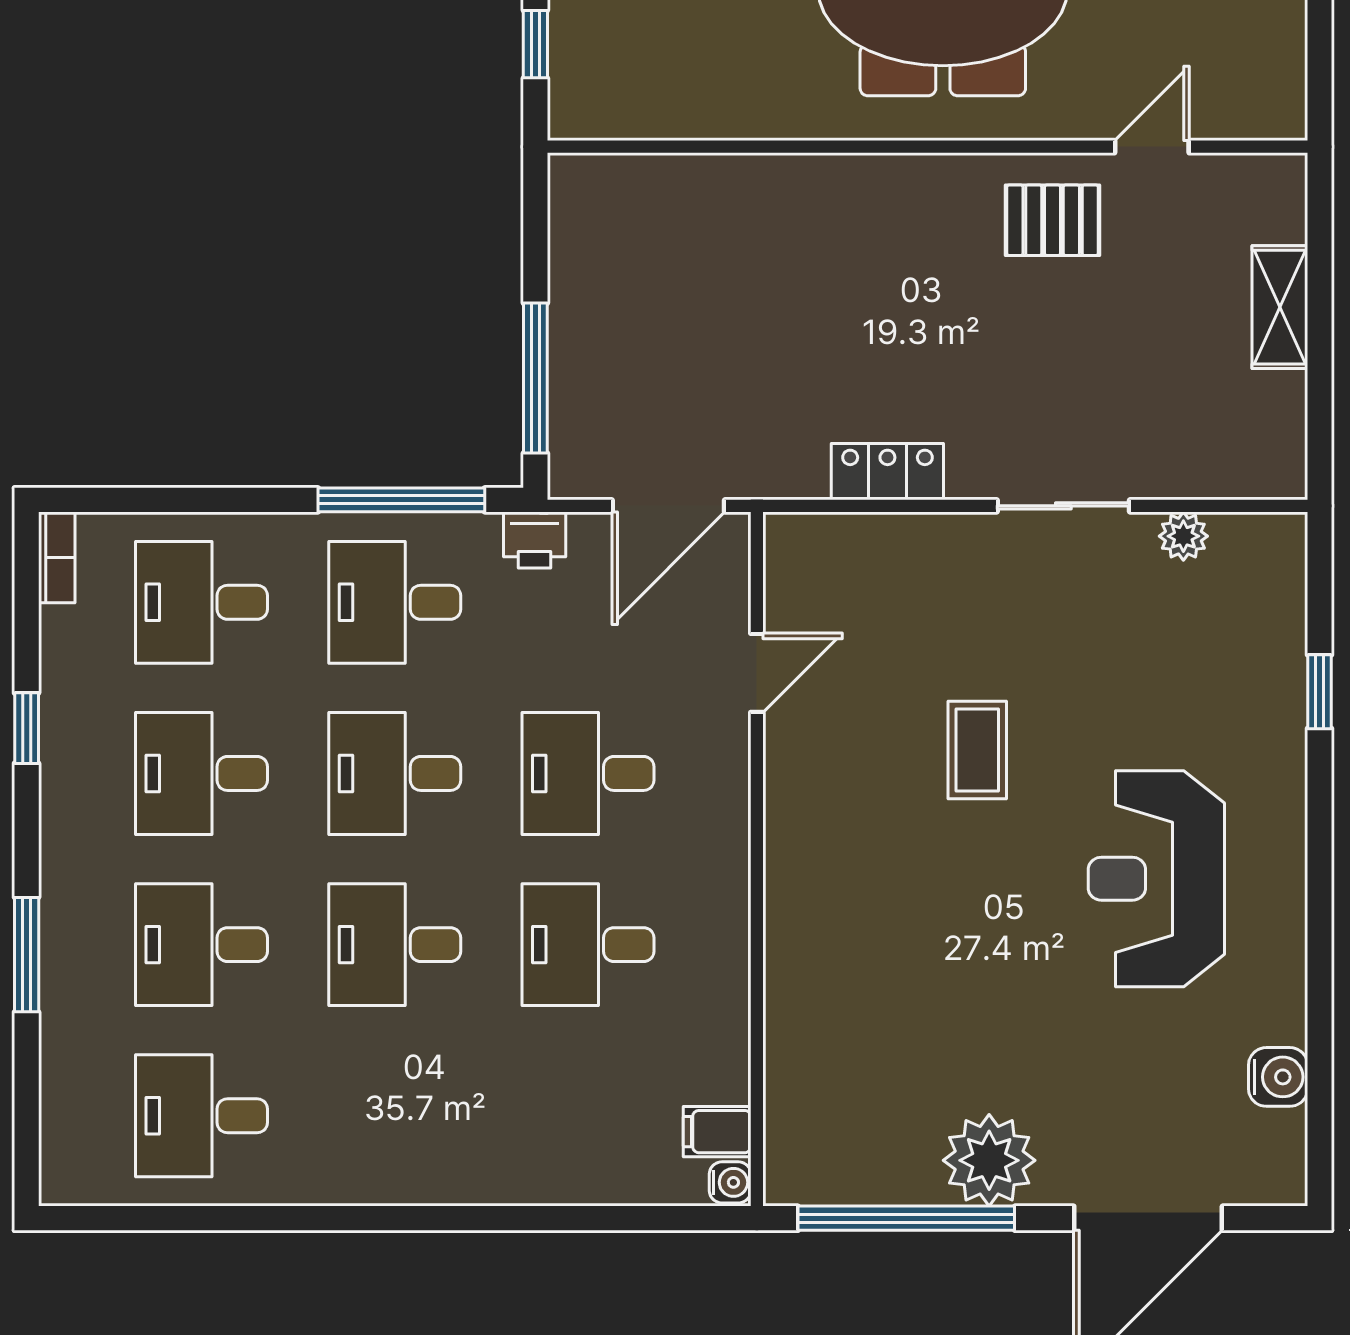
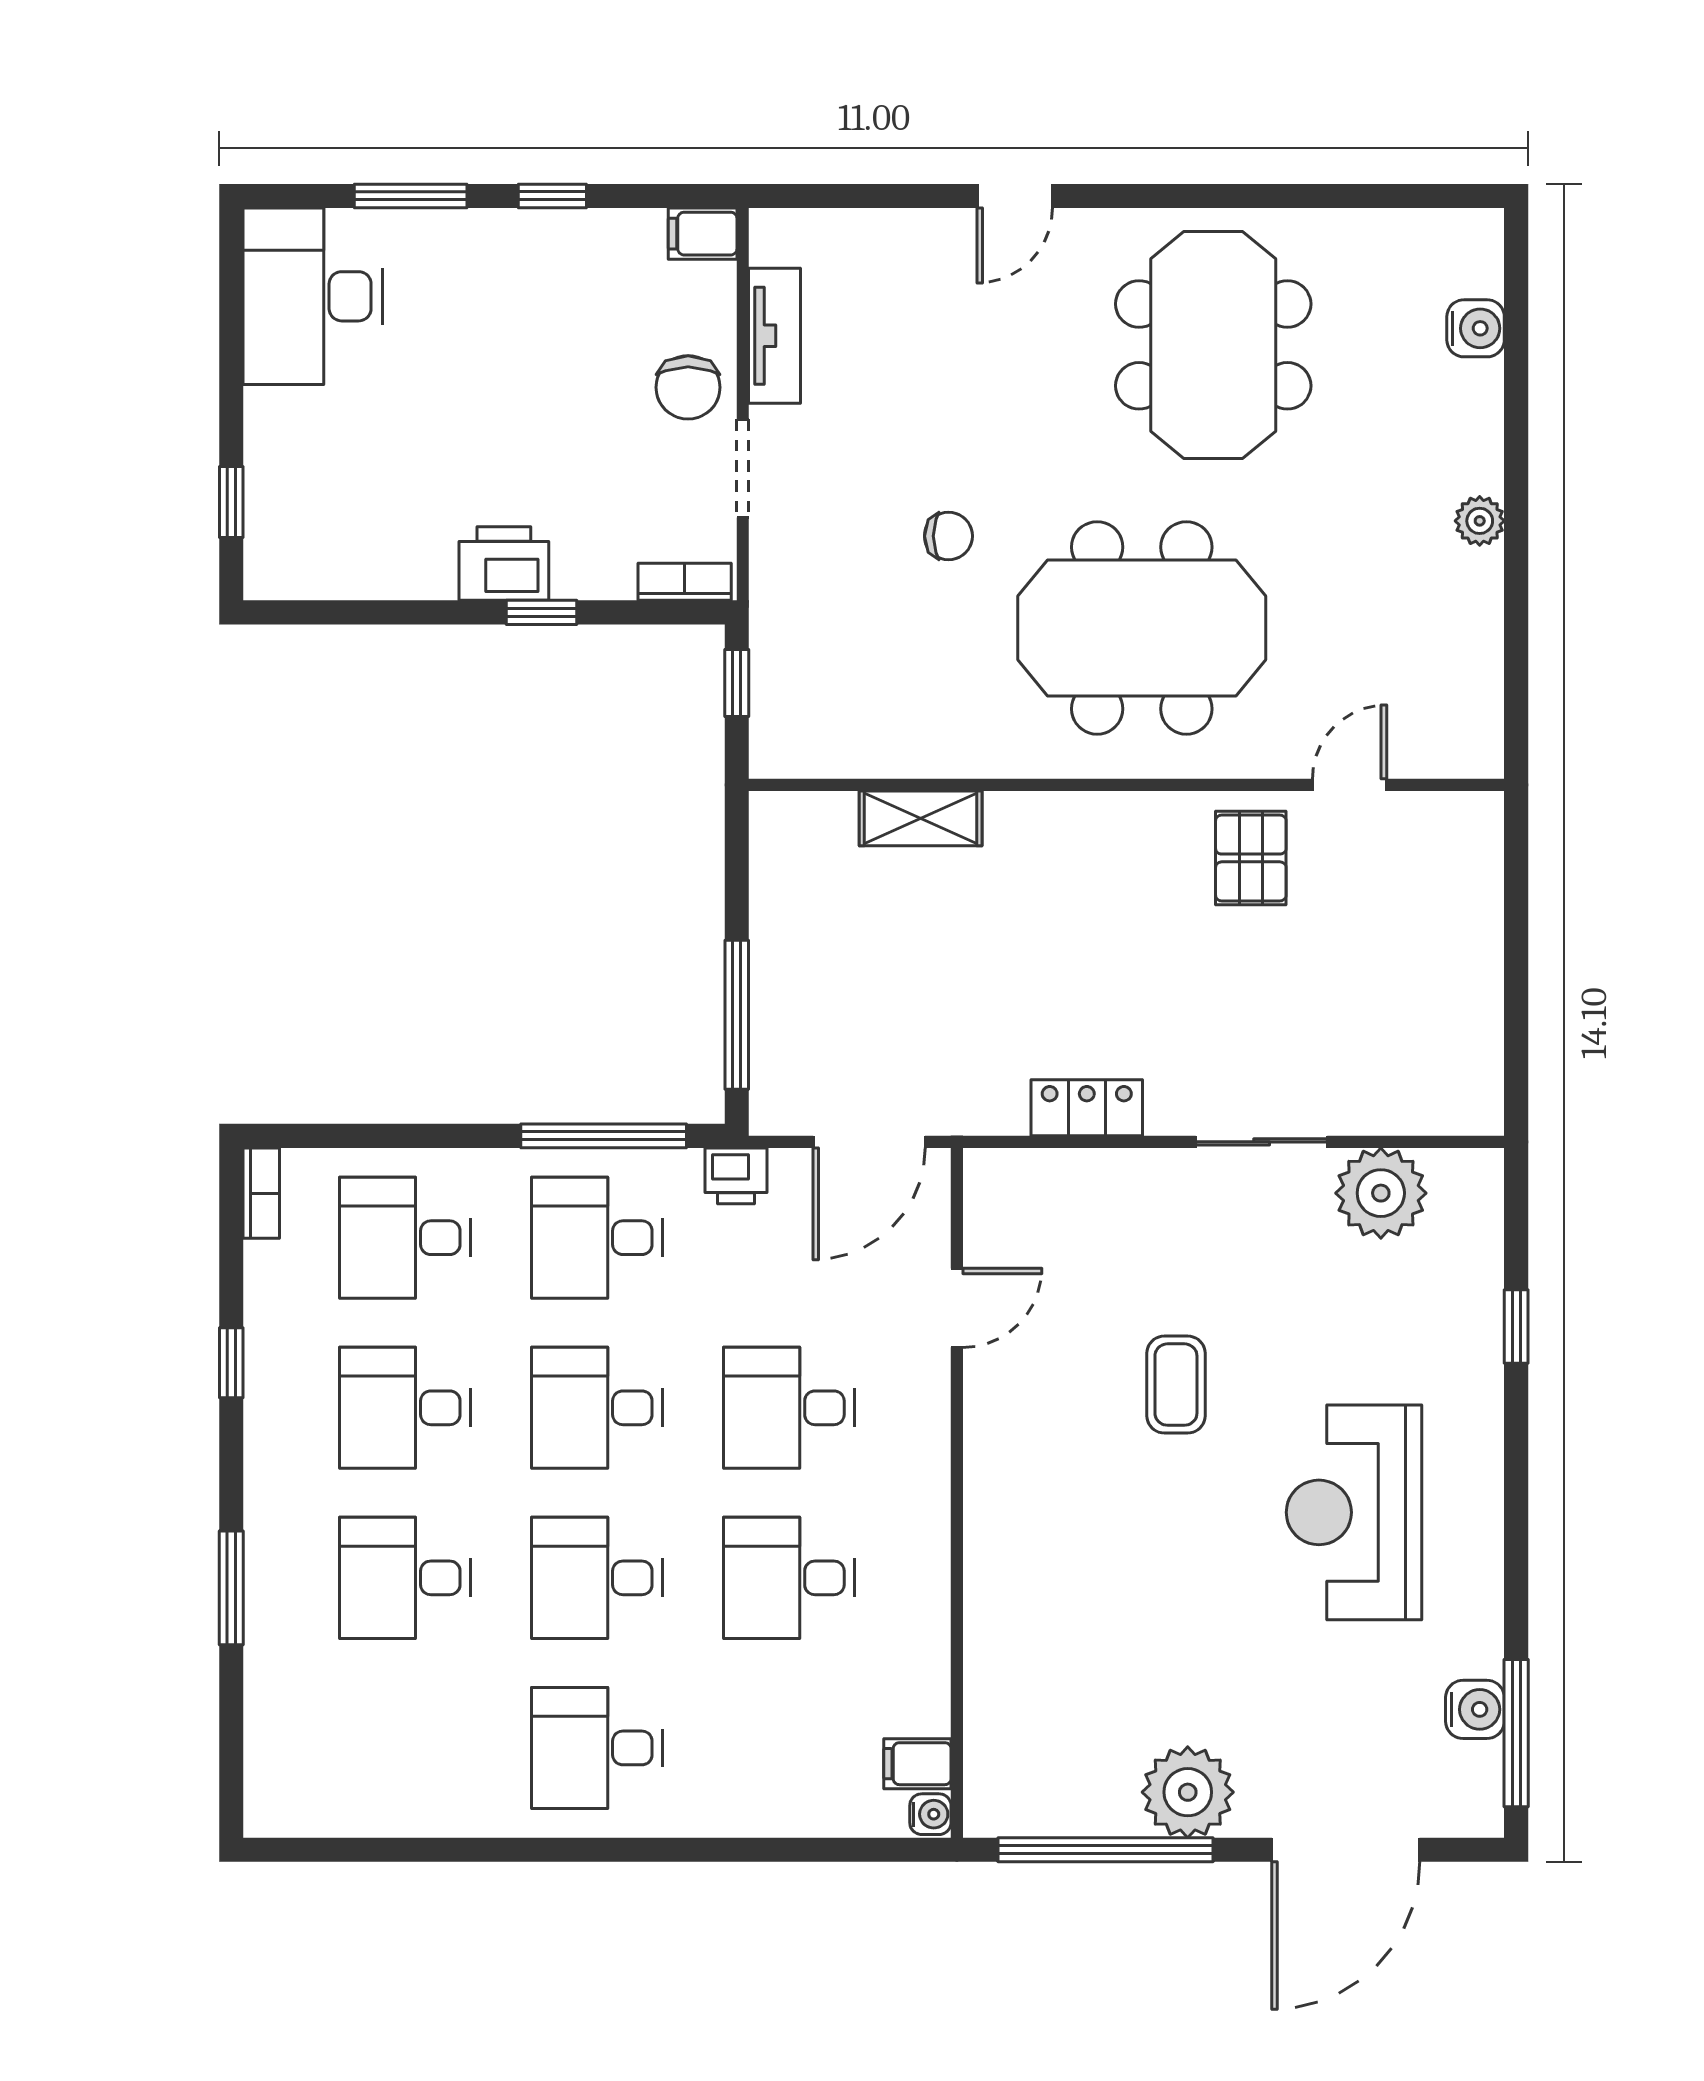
pallet: (1053, 220) -> (1251, 858), turned 90
shelving: (1280, 307) -> (921, 818), moved, turned 90
plant: (1183, 536) -> (1381, 1193), width x1.87, depth x1.87
window: (1319, 1101) -> (1516, 1733), added
desk: (201, 1116) -> (597, 1748), moved

